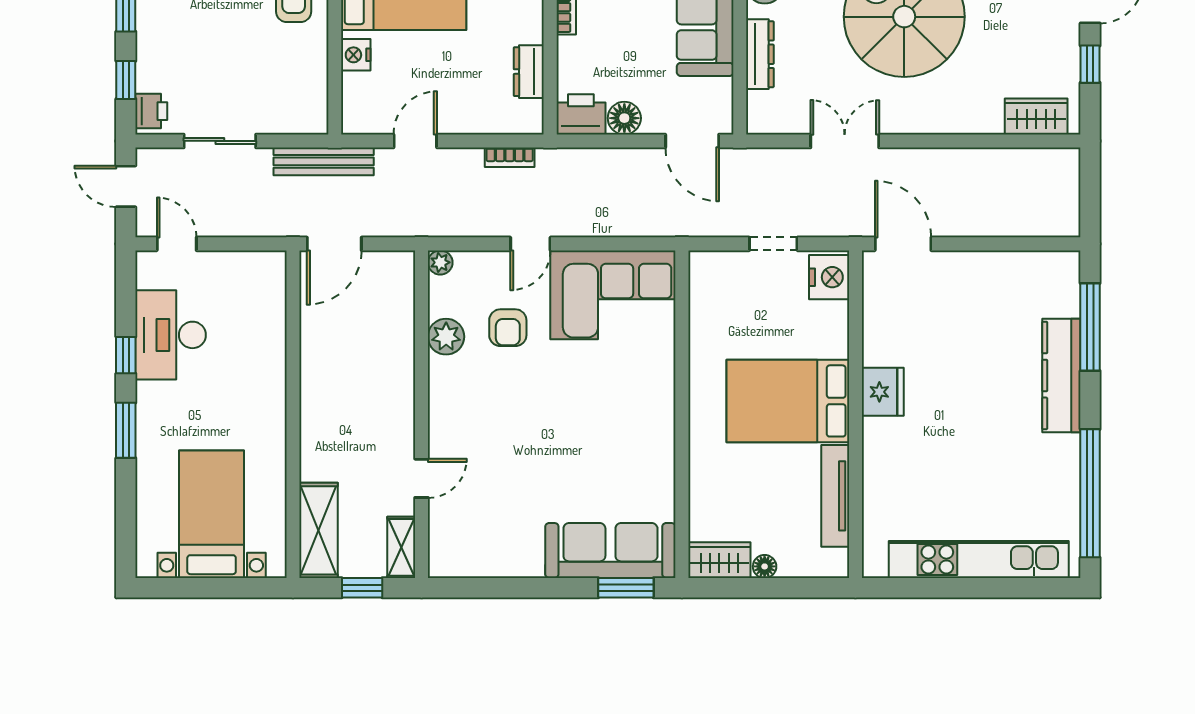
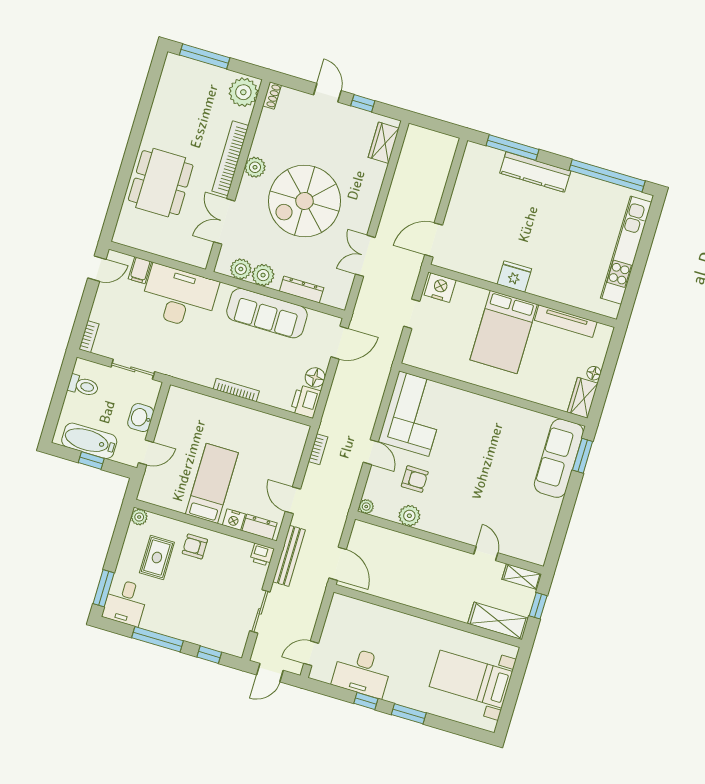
dresser: (529, 72) -> (259, 527), moved, turned 180
printer: (151, 111) -> (262, 555), moved, turned 180

